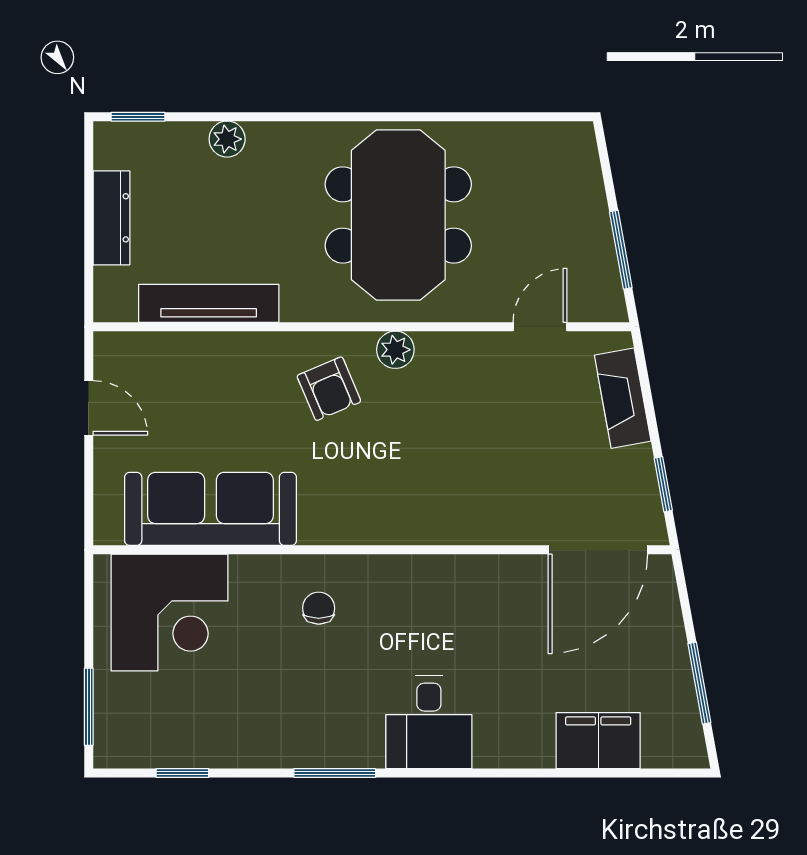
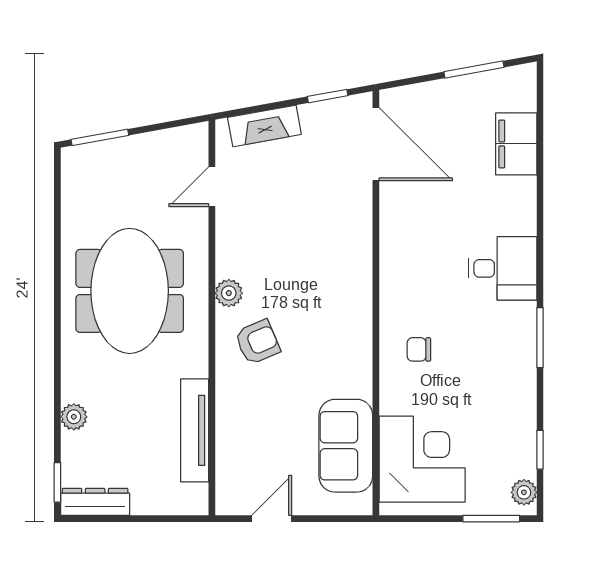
meeting table: (398, 215) -> (130, 291), turned 90
dresser: (111, 218) -> (95, 502), moved
window: (621, 250) -> (100, 137), moved
door: (540, 327) -> (212, 187), hinge flipped
sofa: (211, 509) -> (346, 446), width x0.73
plant: (124, 751) -> (524, 492), added

